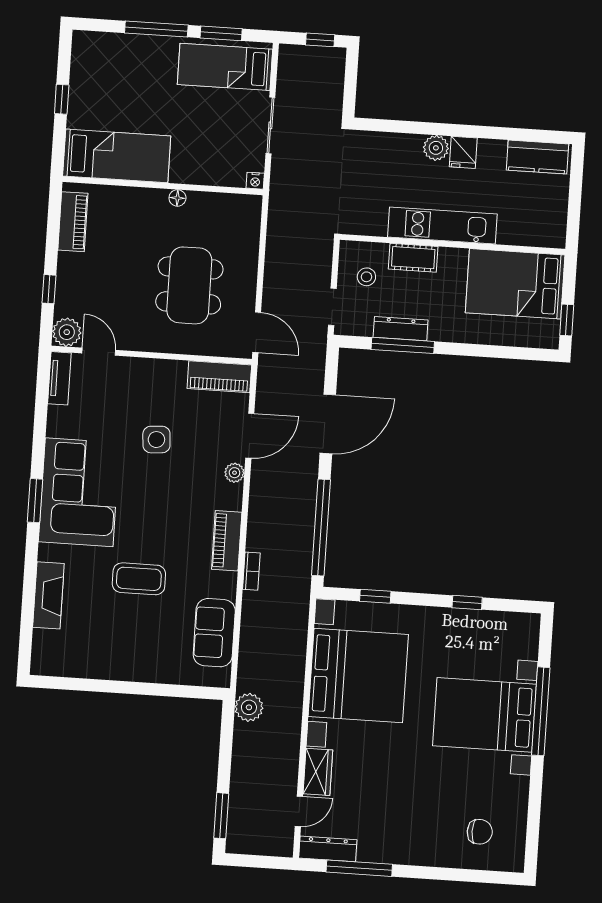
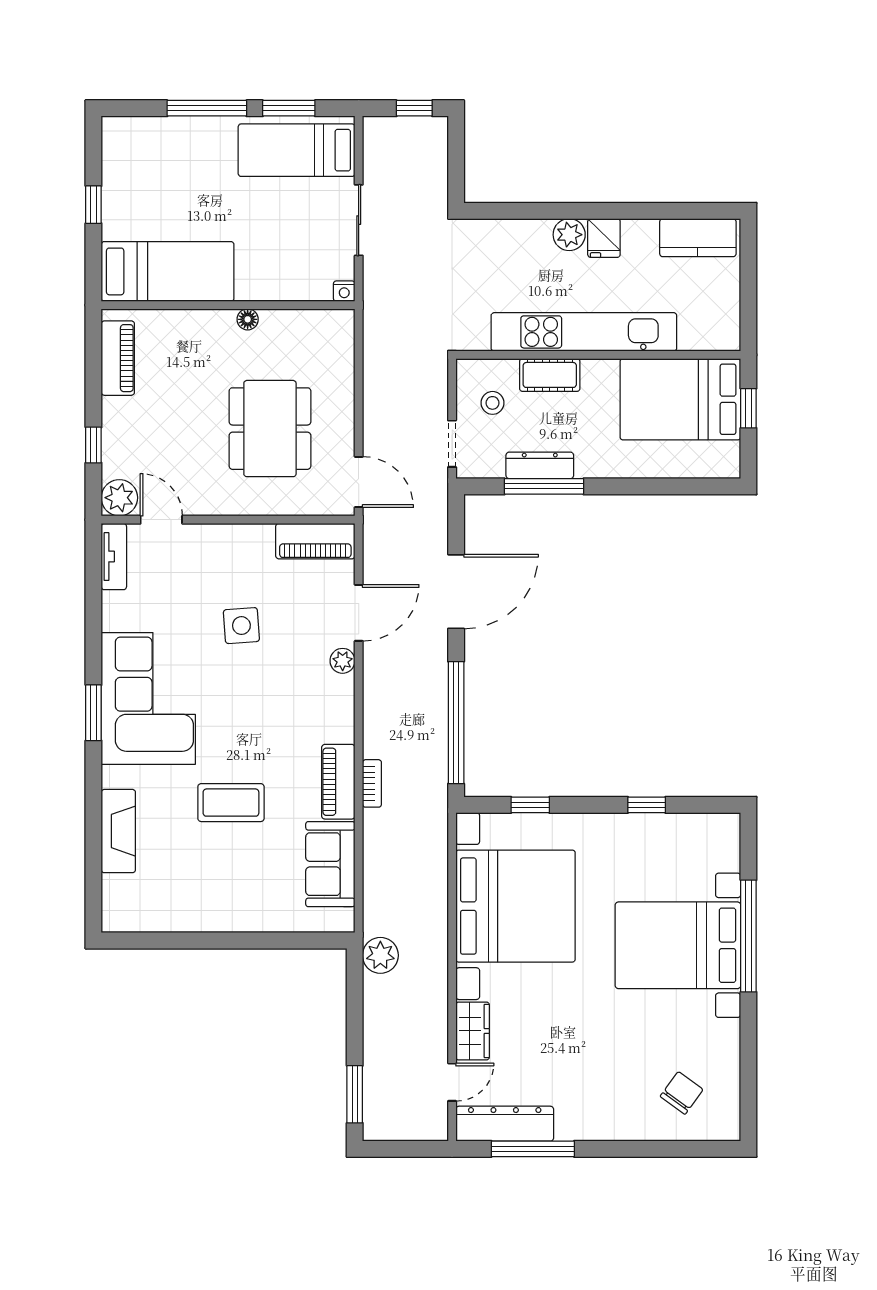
kitchen unit: (442, 226) -> (584, 332), width x1.36
window: (567, 320) -> (748, 408), moved
piano: (227, 541) -> (338, 782), moved
chair: (480, 832) -> (682, 1093), turned -54
dresser: (328, 849) -> (505, 1124), width x1.37, depth x1.24

